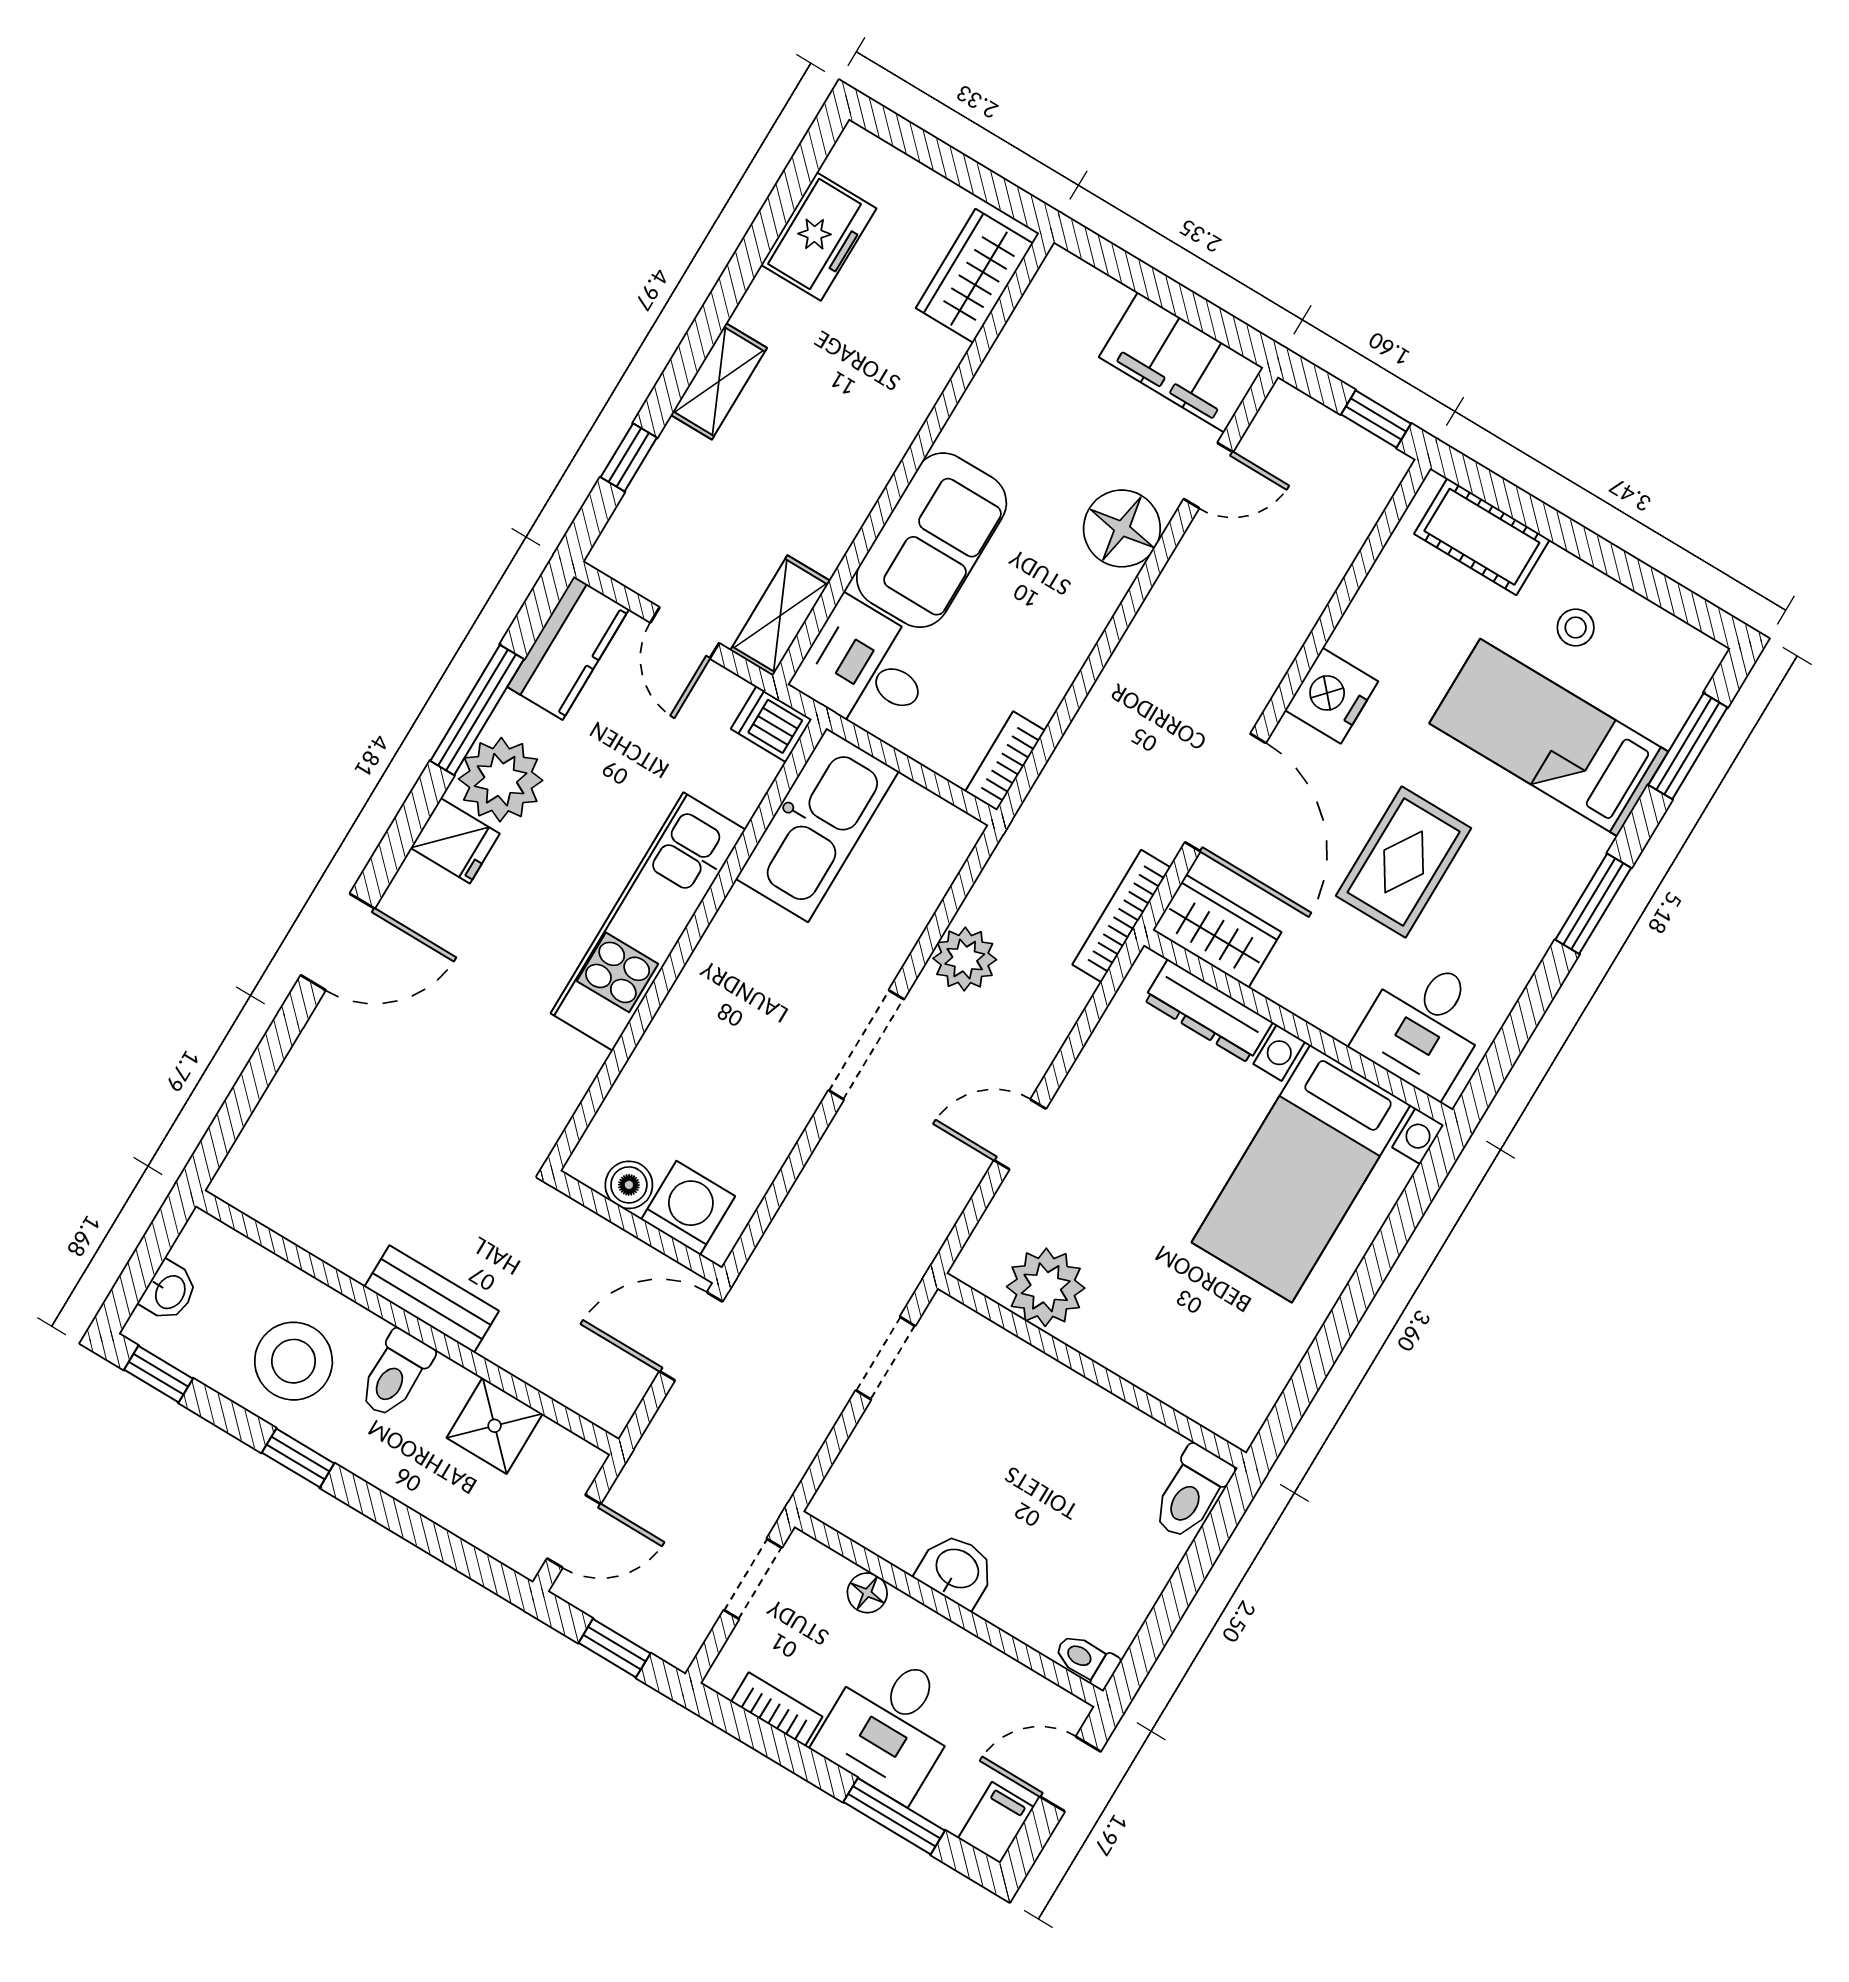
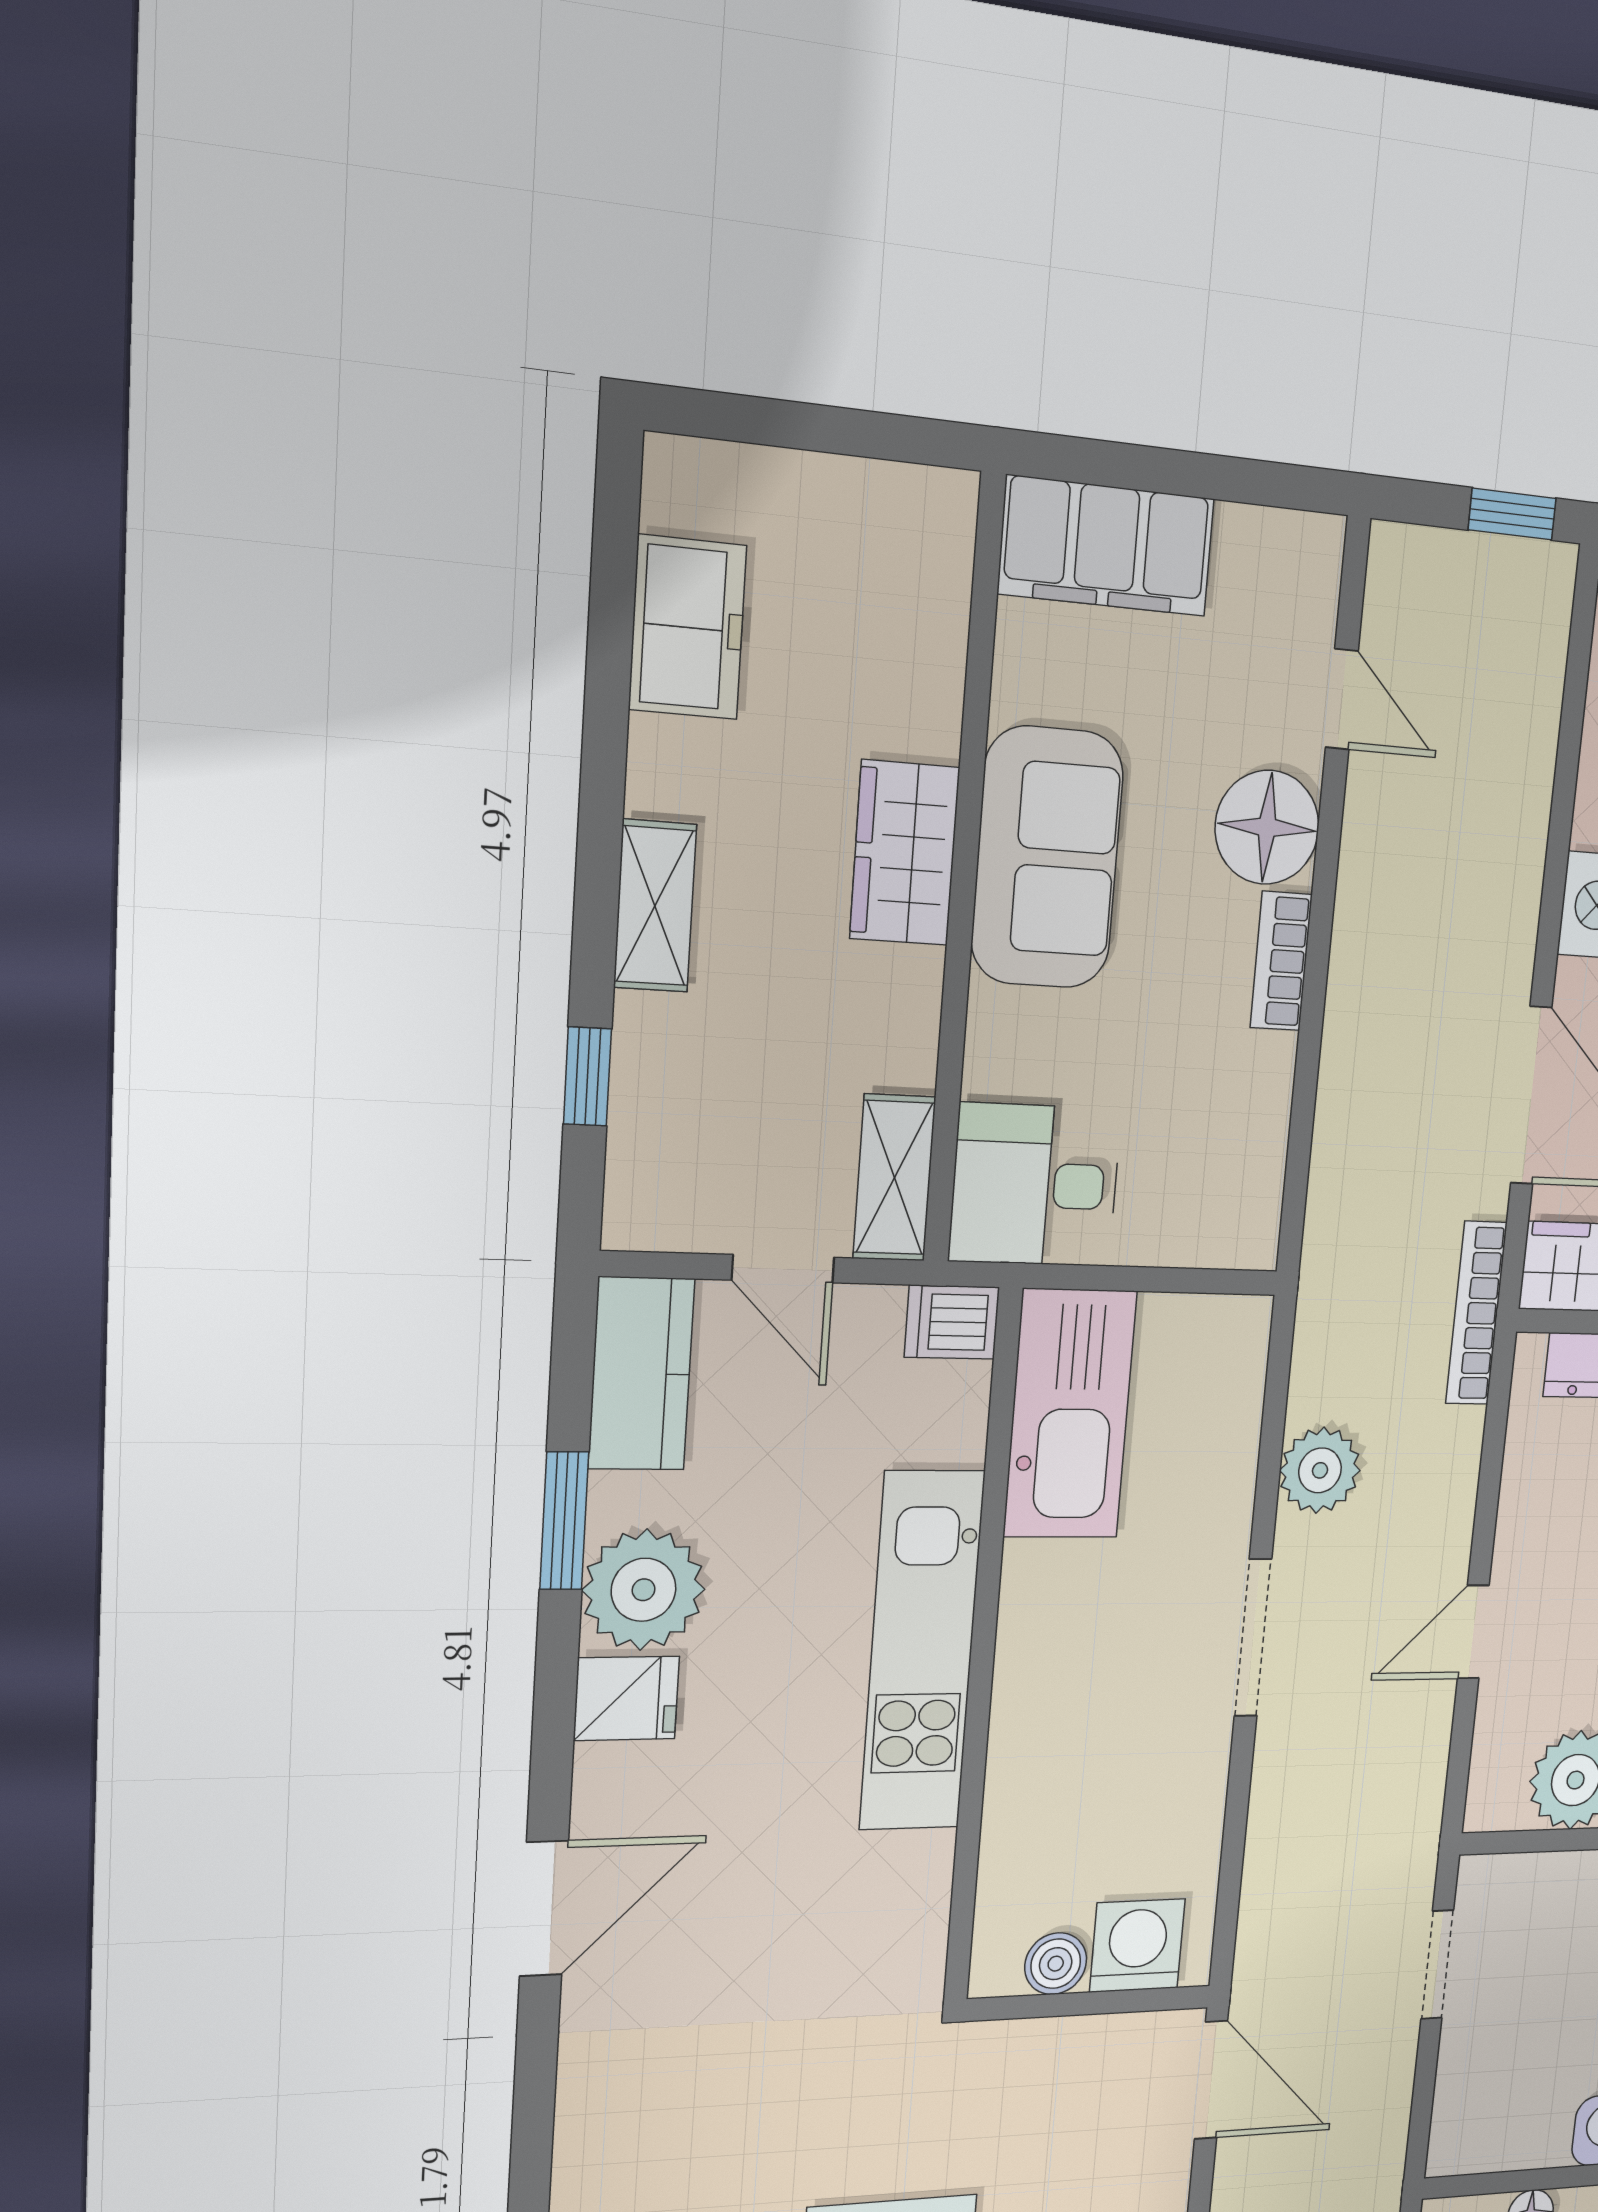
wardrobe: (974, 276) -> (905, 853), moved
filing cabinet: (1181, 362) -> (1106, 546), moved
door: (1208, 475) -> (1342, 699), hinge flipped
sofa: (932, 540) -> (1047, 858), moved
window: (477, 710) -> (564, 1521), width x0.69
bookcase: (1005, 761) -> (1281, 961), moved
door: (691, 1336) -> (1211, 2080), swing flipped

